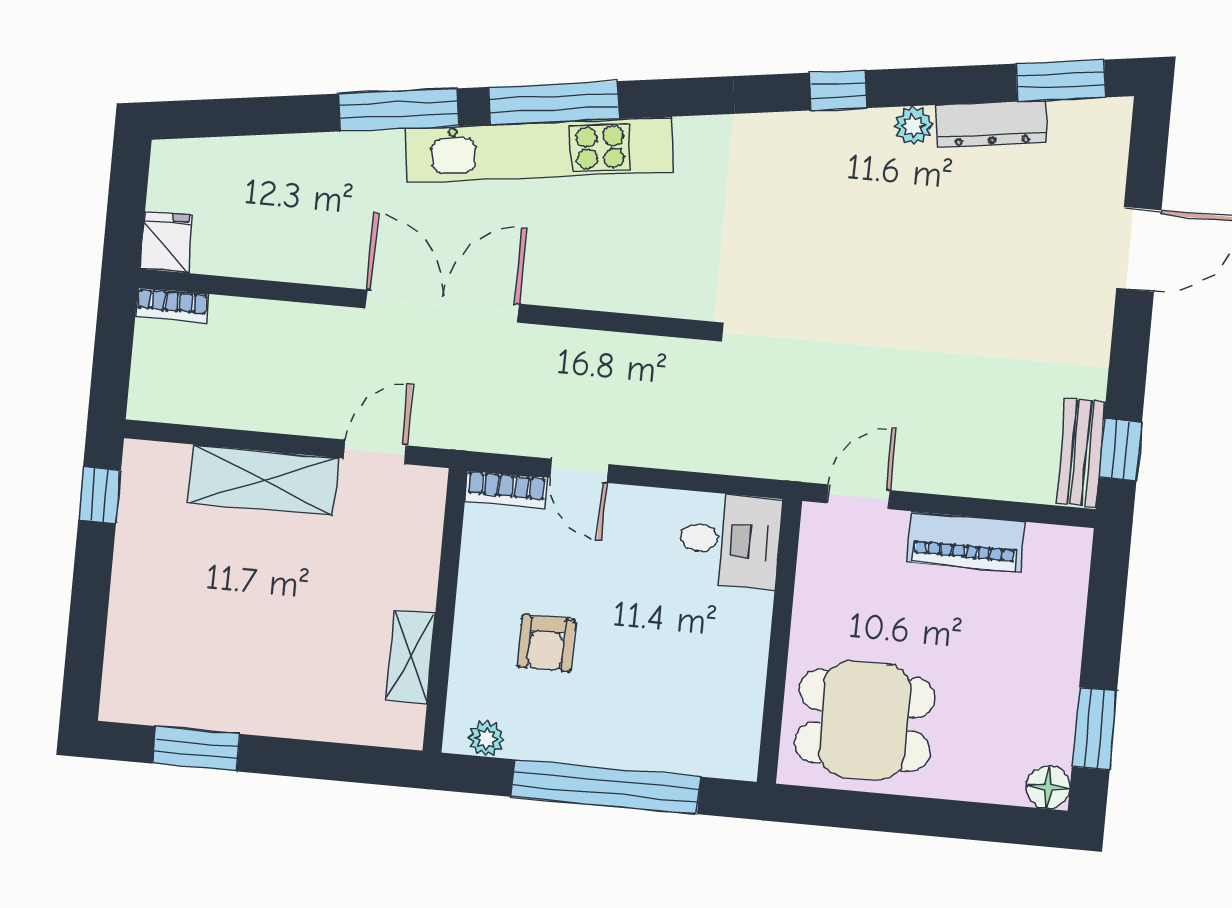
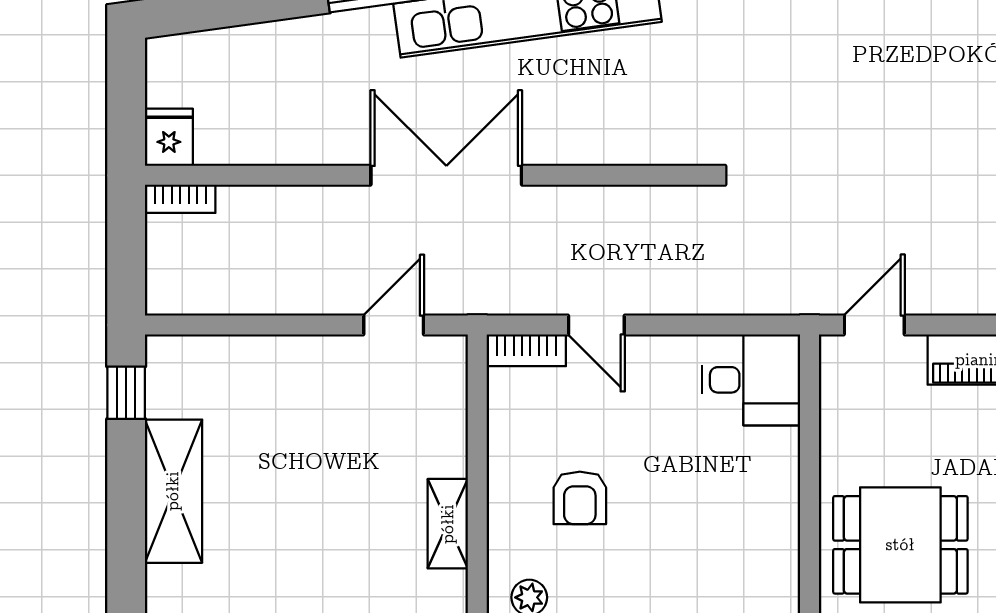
shelving: (263, 480) -> (173, 491), moved, turned 90

